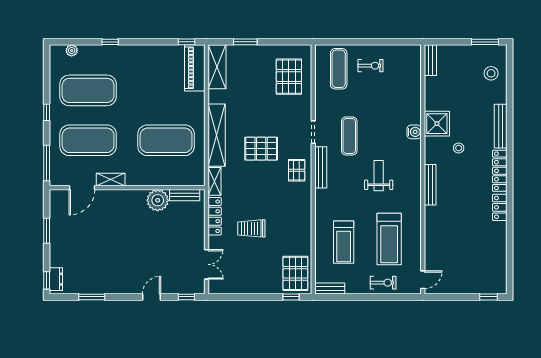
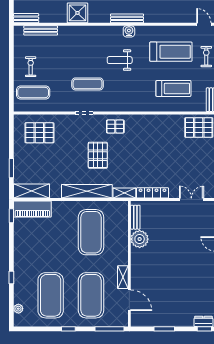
water cooler: (414, 132) -> (129, 31), moved
bench: (321, 167) -> (41, 30), moved
trolley: (251, 228) -> (162, 163), removed

